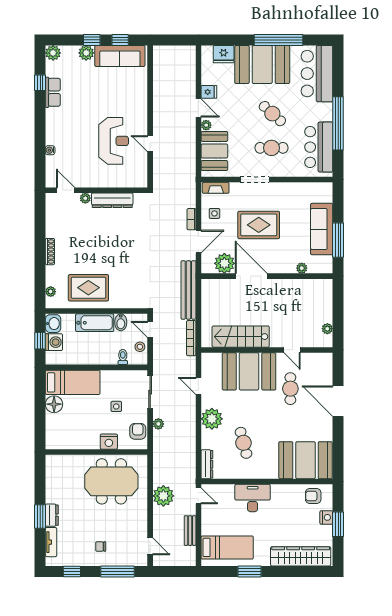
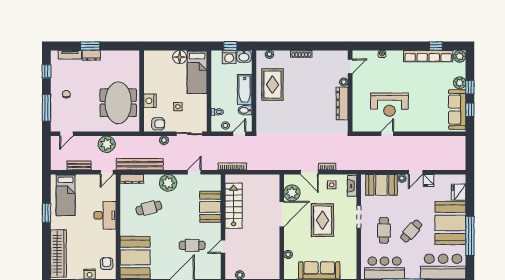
row of seats: (53, 92) -> (428, 56), width x2.02
bench: (188, 290) -> (140, 164), moved
booth: (249, 371) -> (210, 207), width x0.73, depth x0.70

